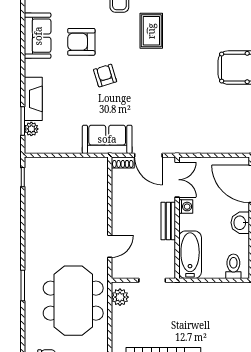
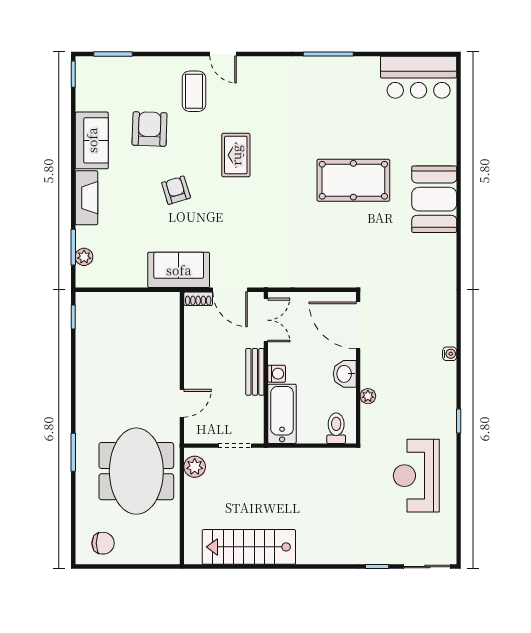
rug: (151, 31) -> (236, 155), moved
armchair: (81, 42) -> (150, 129), moved, turned 92
fireplace: (33, 99) -> (86, 198), moved
washing machine: (186, 207) -> (277, 374), moved

